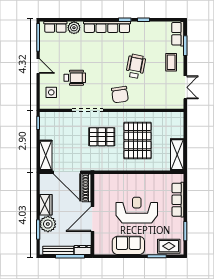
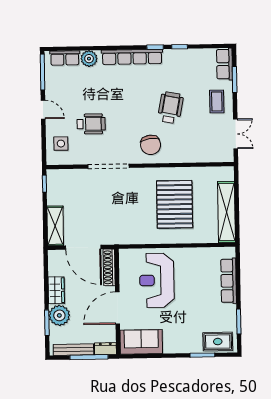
pallet: (102, 137) -> (128, 200), removed
shelving: (177, 155) -> (226, 212), width x1.47
reception desk: (137, 210) -> (157, 280), moved, turned -90
sofa: (128, 245) -> (141, 342), moved

